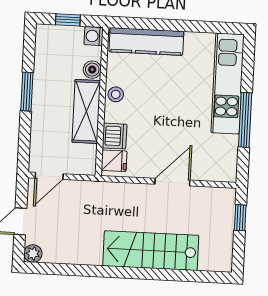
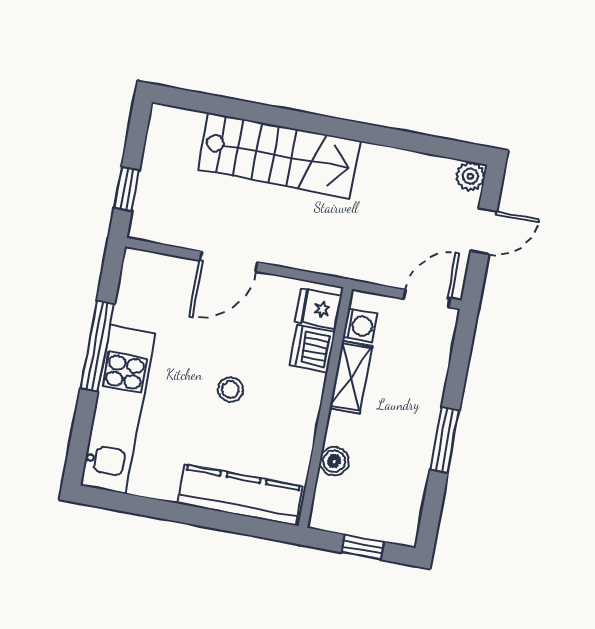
washing machine: (94, 36) -> (360, 326), moved
stool: (116, 94) -> (230, 390), moved
shelving: (86, 111) -> (351, 377), width x0.67, depth x0.75

